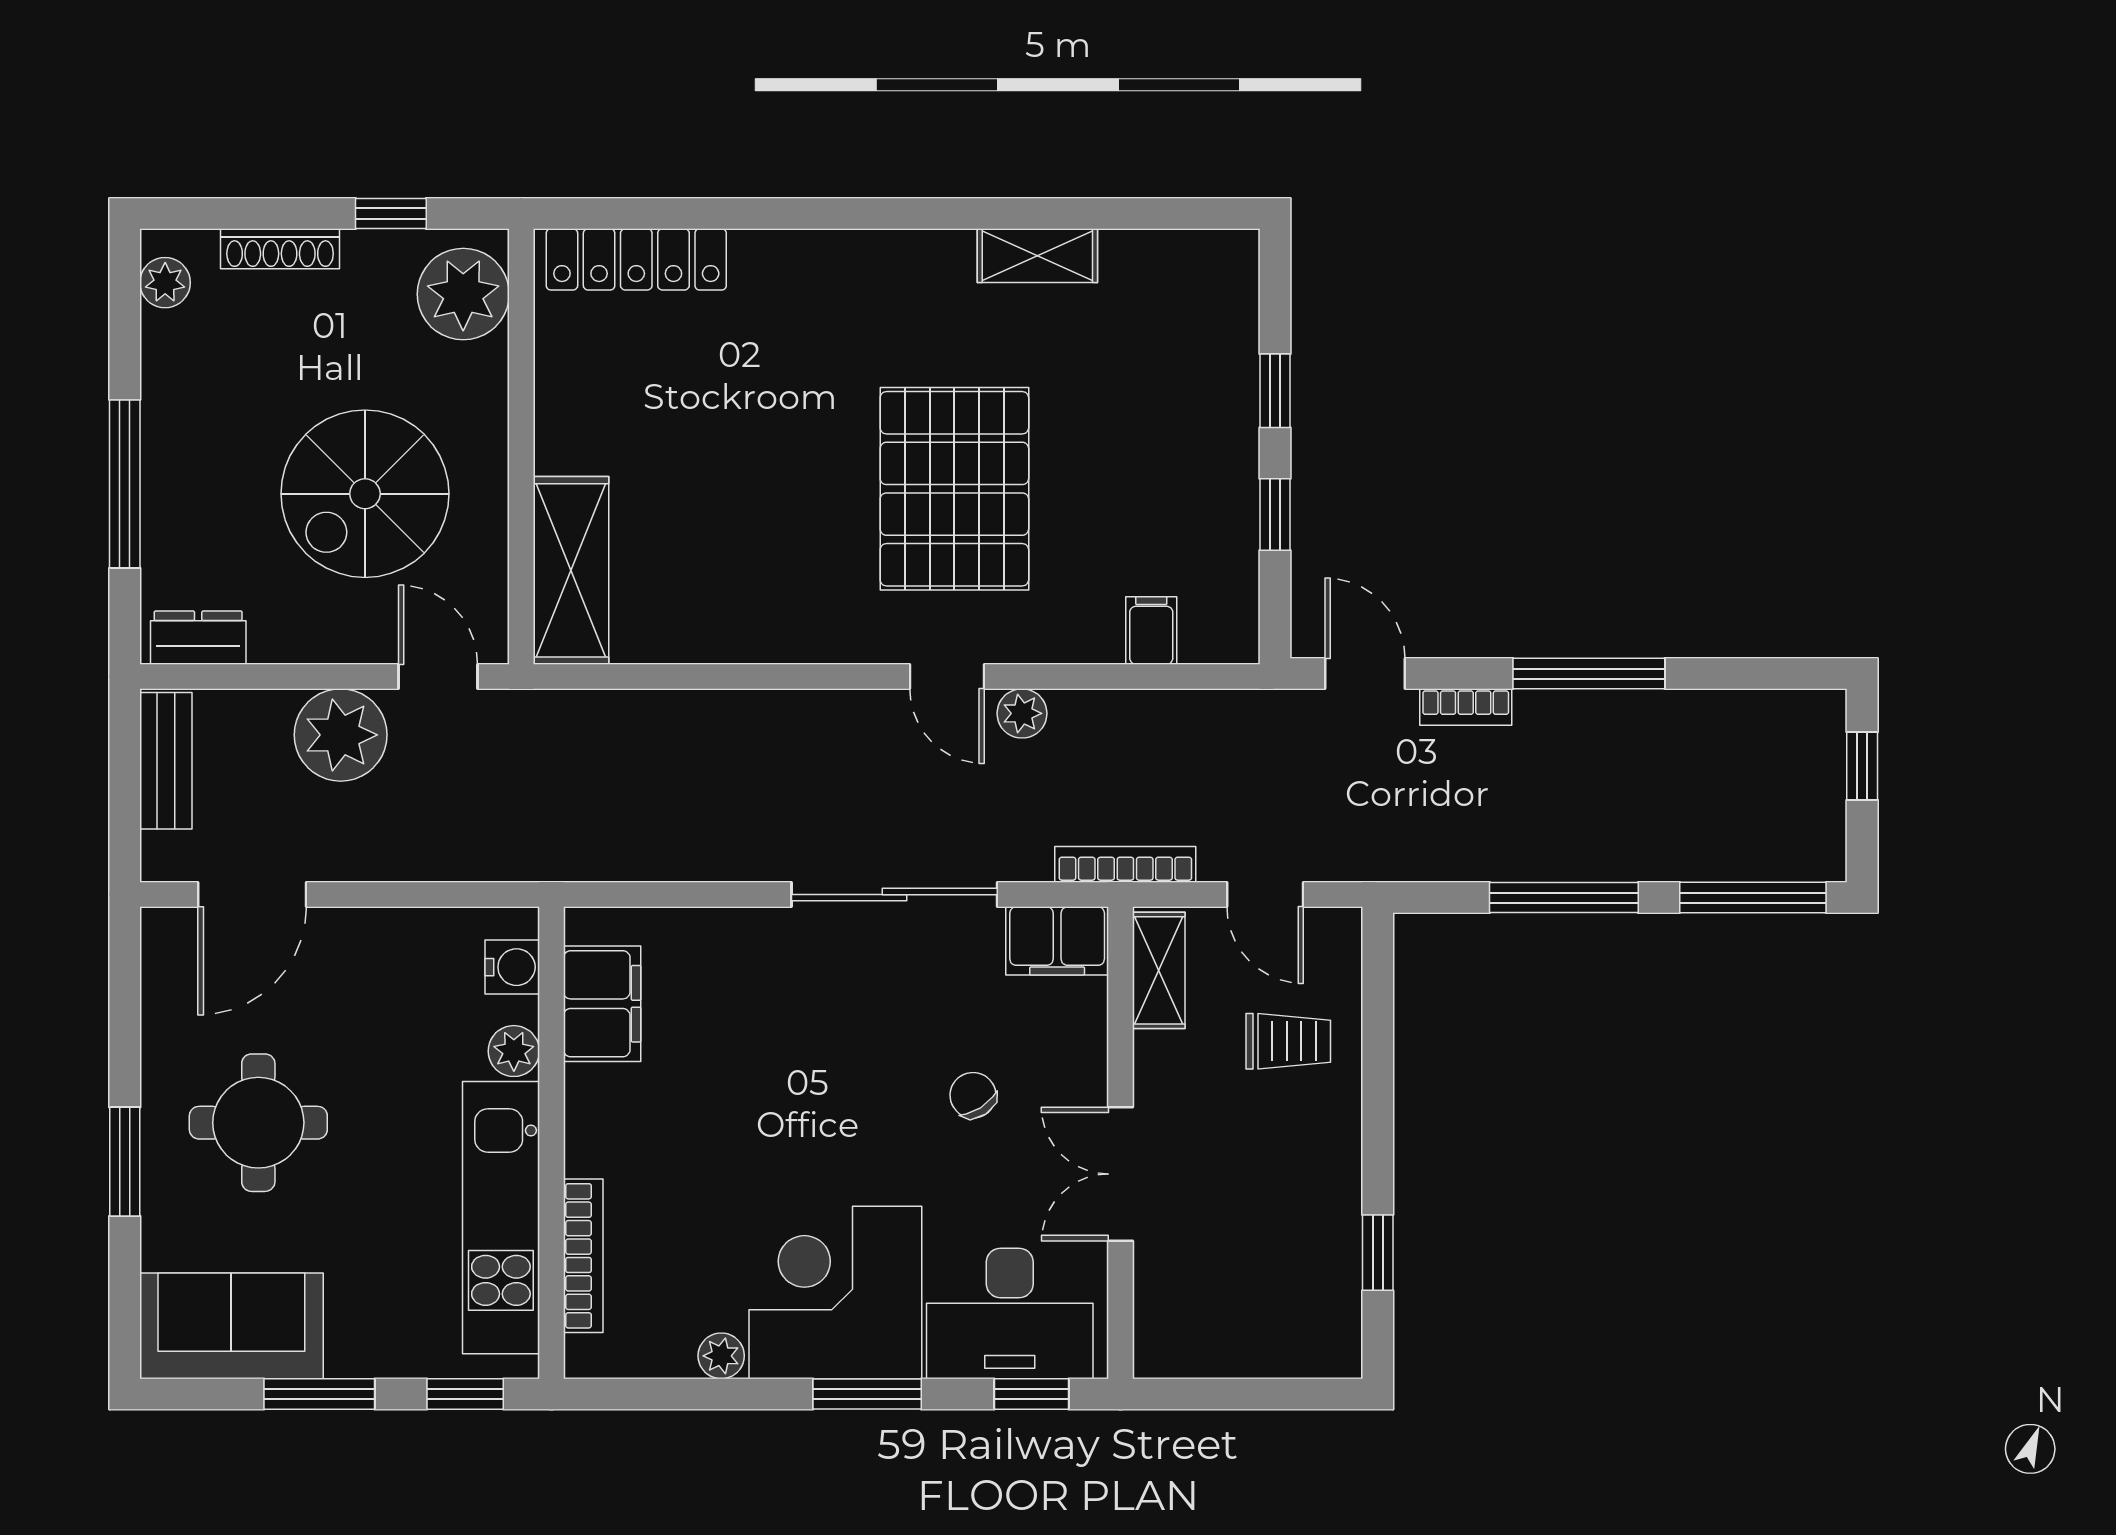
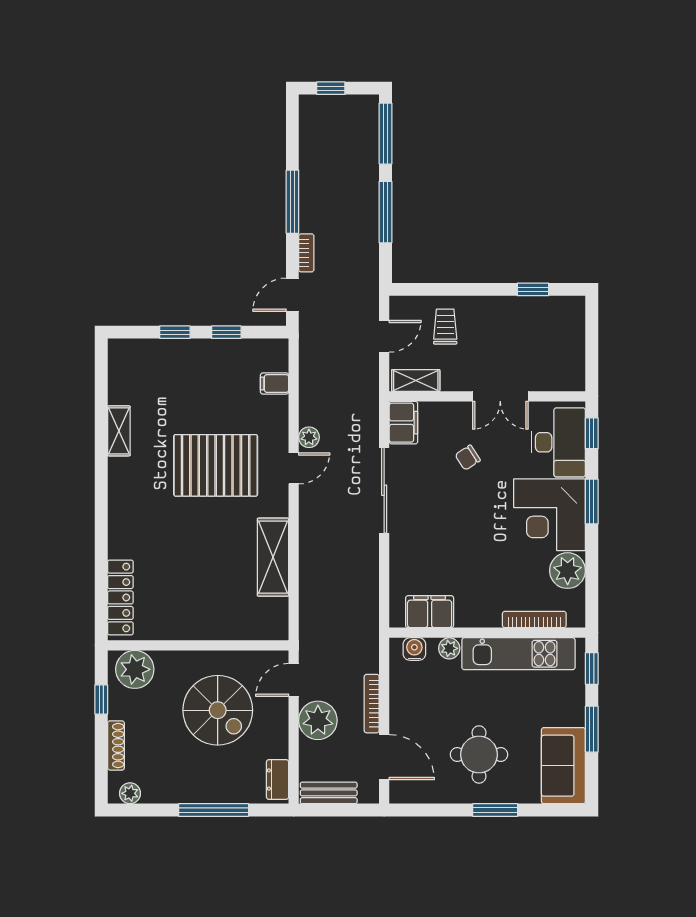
shelving: (571, 570) -> (273, 557), moved, turned 90
bookcase: (1125, 864) -> (372, 704), moved
plant: (721, 1356) -> (568, 571), width x1.88, depth x1.88

